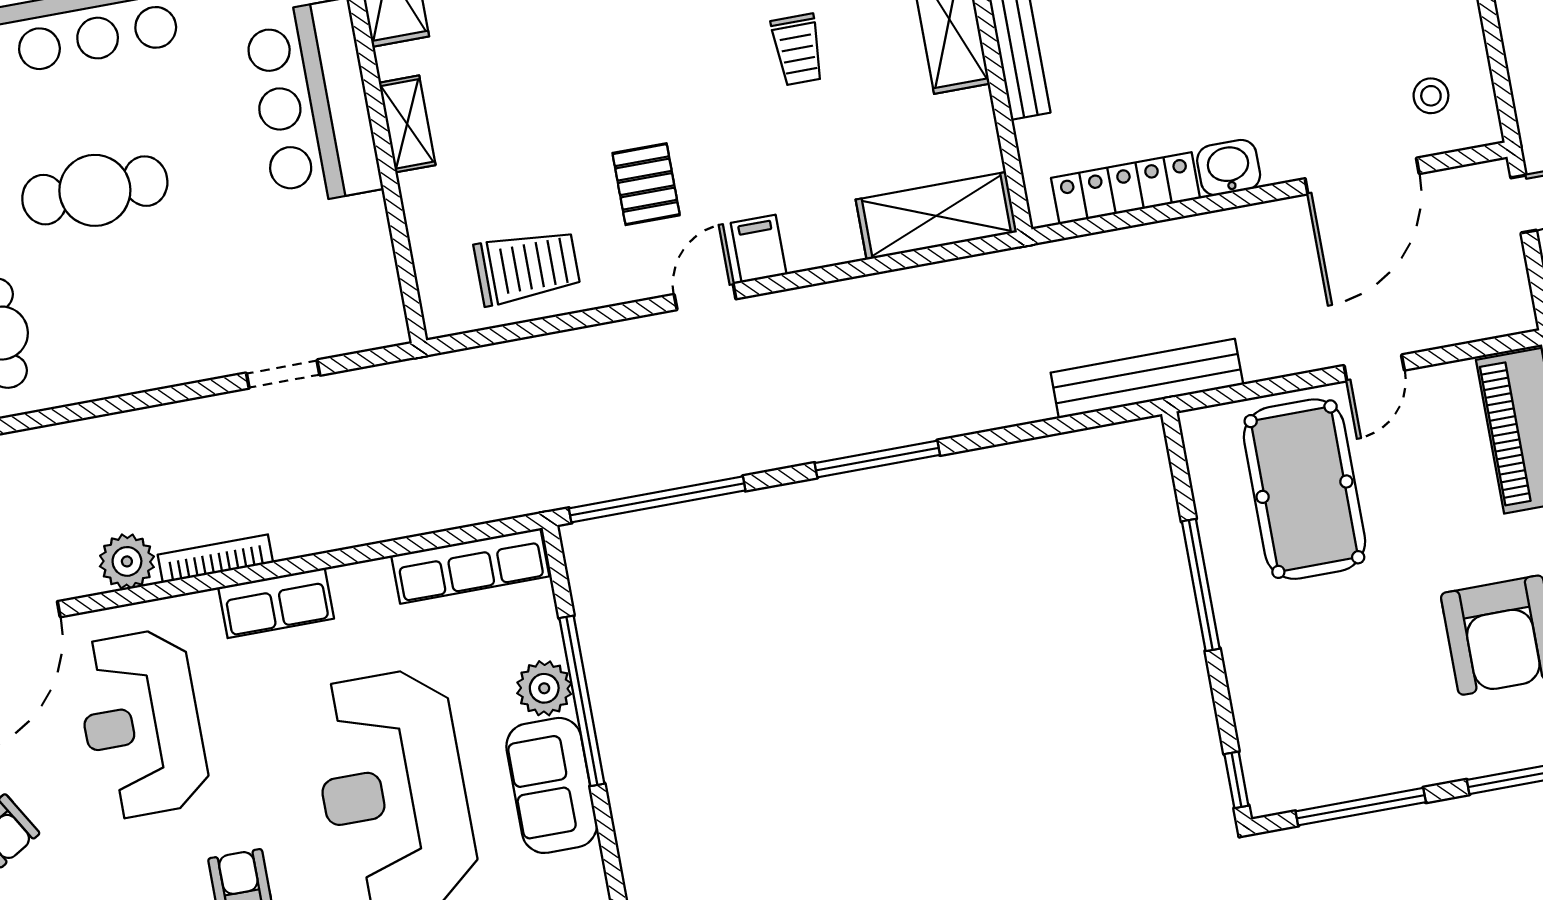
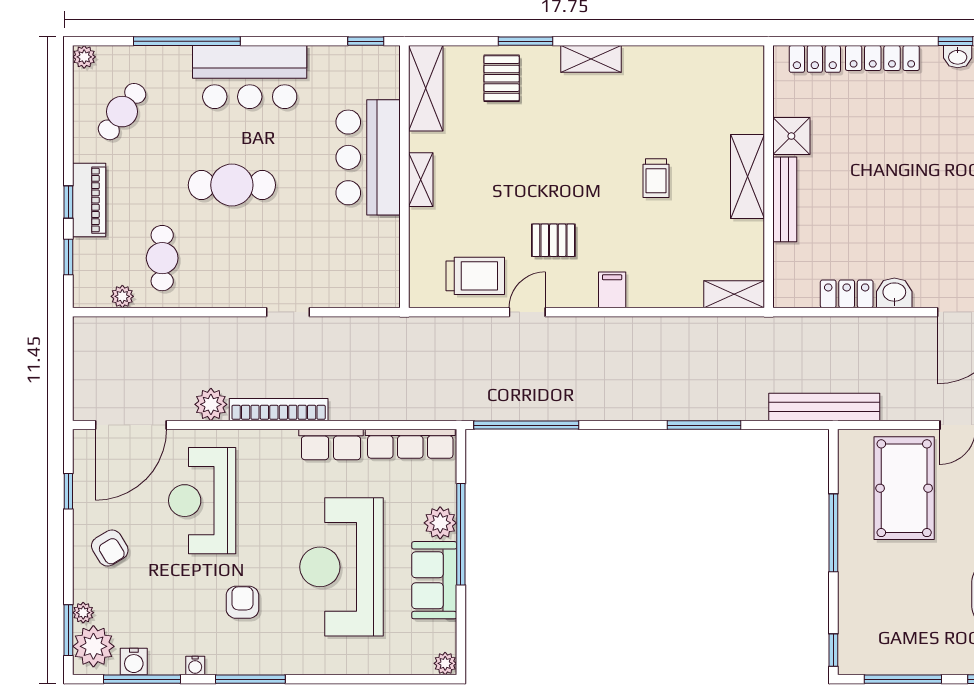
pallet: (646, 184) -> (553, 240), turned 90
locker: (1126, 188) -> (847, 294), width x0.66
shelving: (936, 216) -> (734, 294), width x0.67, depth x0.75
door: (705, 297) -> (527, 312), moved
doorway: (283, 374) -> (288, 312), moved
window: (877, 459) -> (704, 425), moved
bookcase: (215, 559) -> (279, 410), width x1.48, depth x1.31
row of seats: (276, 603) -> (331, 445), moved

